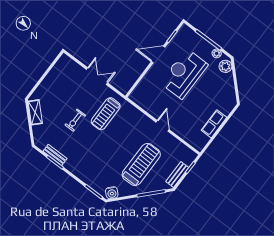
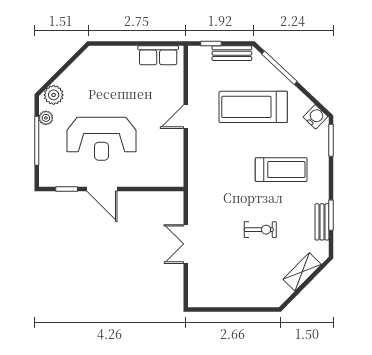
shelving: (35, 112) -> (302, 272), moved
treadmill: (106, 114) -> (281, 170), moved
row of seats: (214, 124) -> (158, 55), moved

